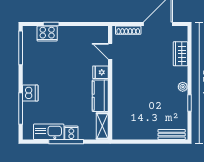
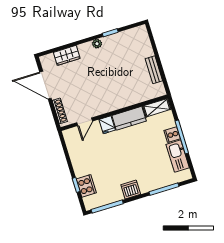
dishwasher: (30, 93) -> (131, 190), moved
bench: (172, 135) -> (154, 70), moved

